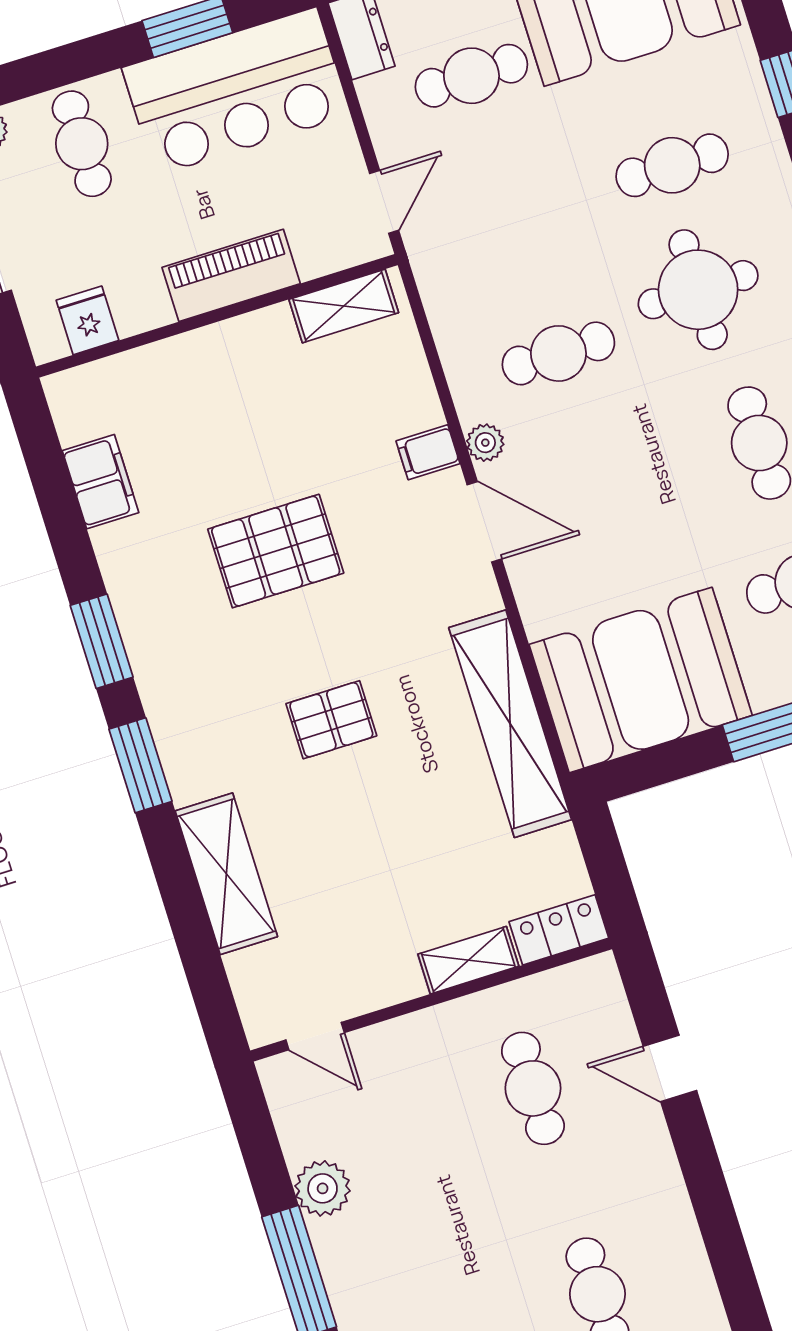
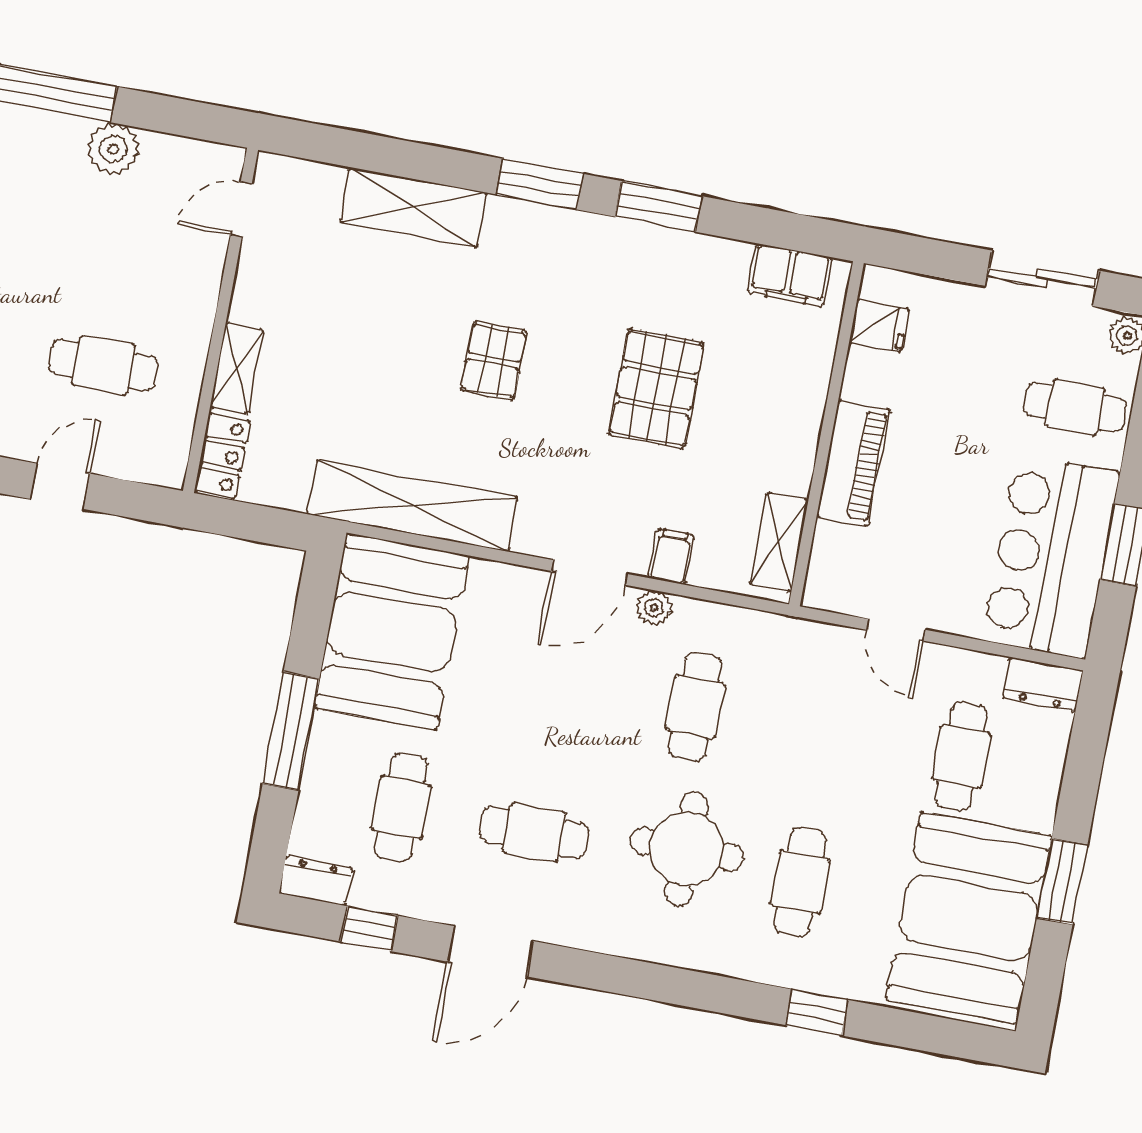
piano: (231, 275) -> (853, 463), moved
shelving: (344, 306) -> (779, 542), moved
wall: (217, 316) -> (826, 434), moved
fridge: (87, 320) -> (879, 326), moved

